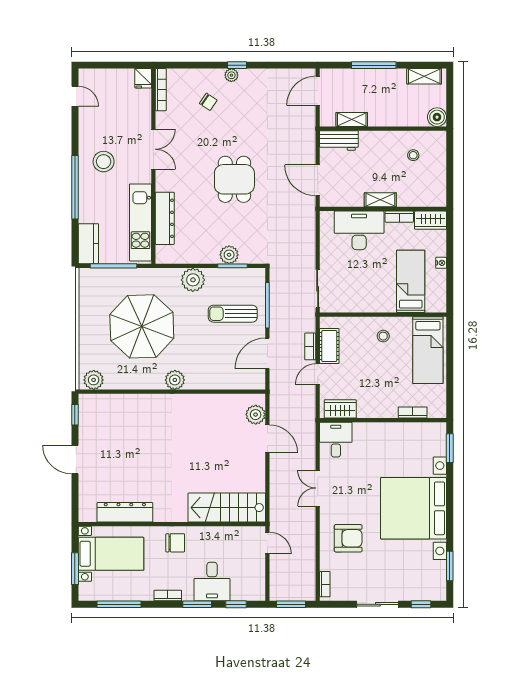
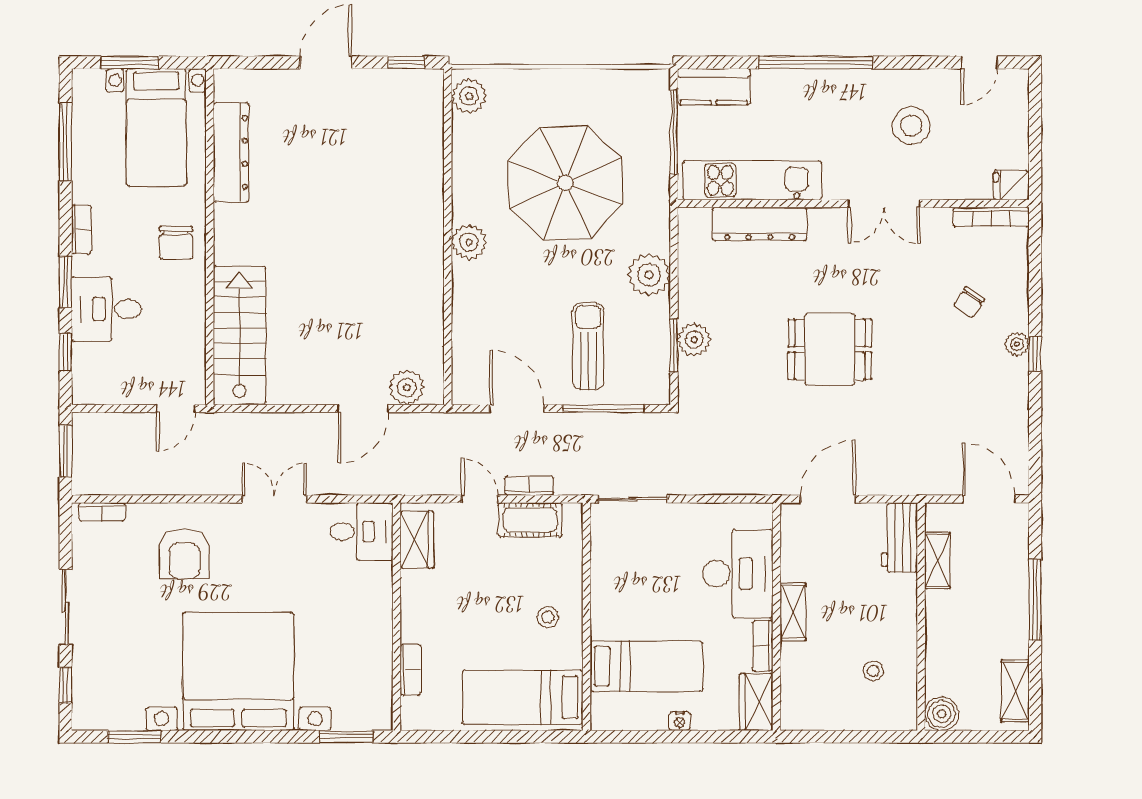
stool: (104, 162) -> (911, 126), moved

